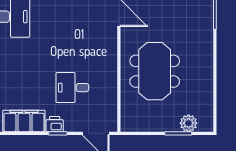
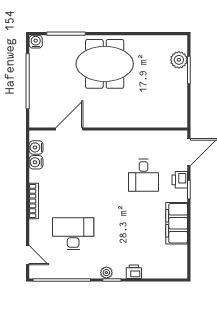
meeting table: (155, 71) -> (105, 64), moved
printer: (55, 124) -> (180, 180), moved

